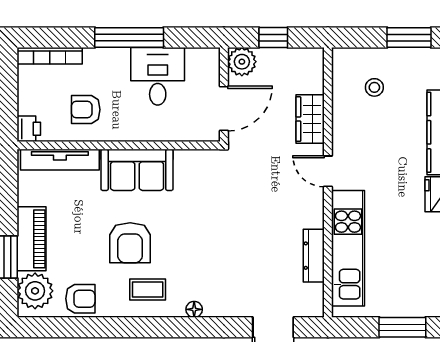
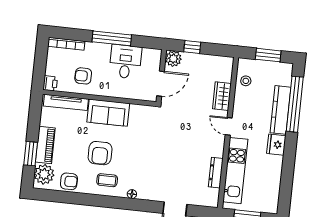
wardrobe: (310, 119) -> (222, 96), moved
door: (328, 171) -> (229, 126), moved
wall: (328, 182) -> (228, 133), moved
kitchen unit: (348, 248) -> (235, 171), moved
dresser: (314, 256) -> (216, 173), moved

